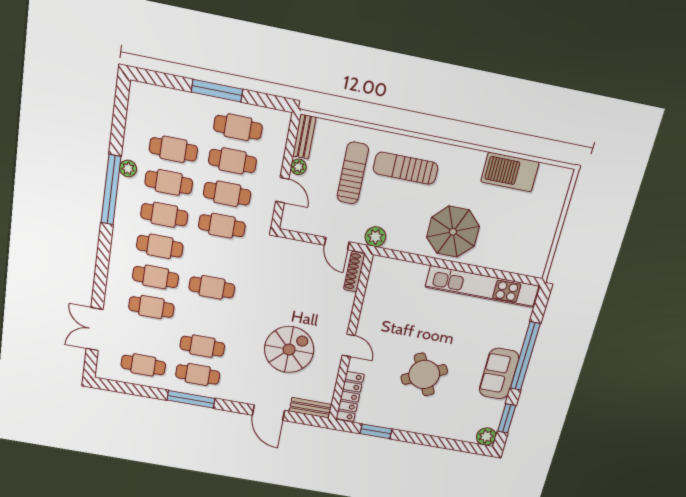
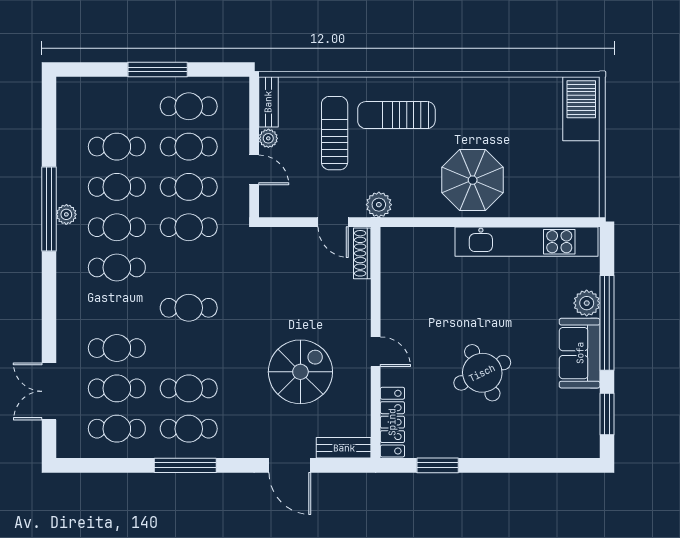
plant: (128, 168) -> (66, 214), moved
barbecue: (510, 172) -> (581, 109), moved, turned 90
cafe table: (156, 277) -> (117, 388), moved
plant: (486, 437) -> (587, 303), moved

